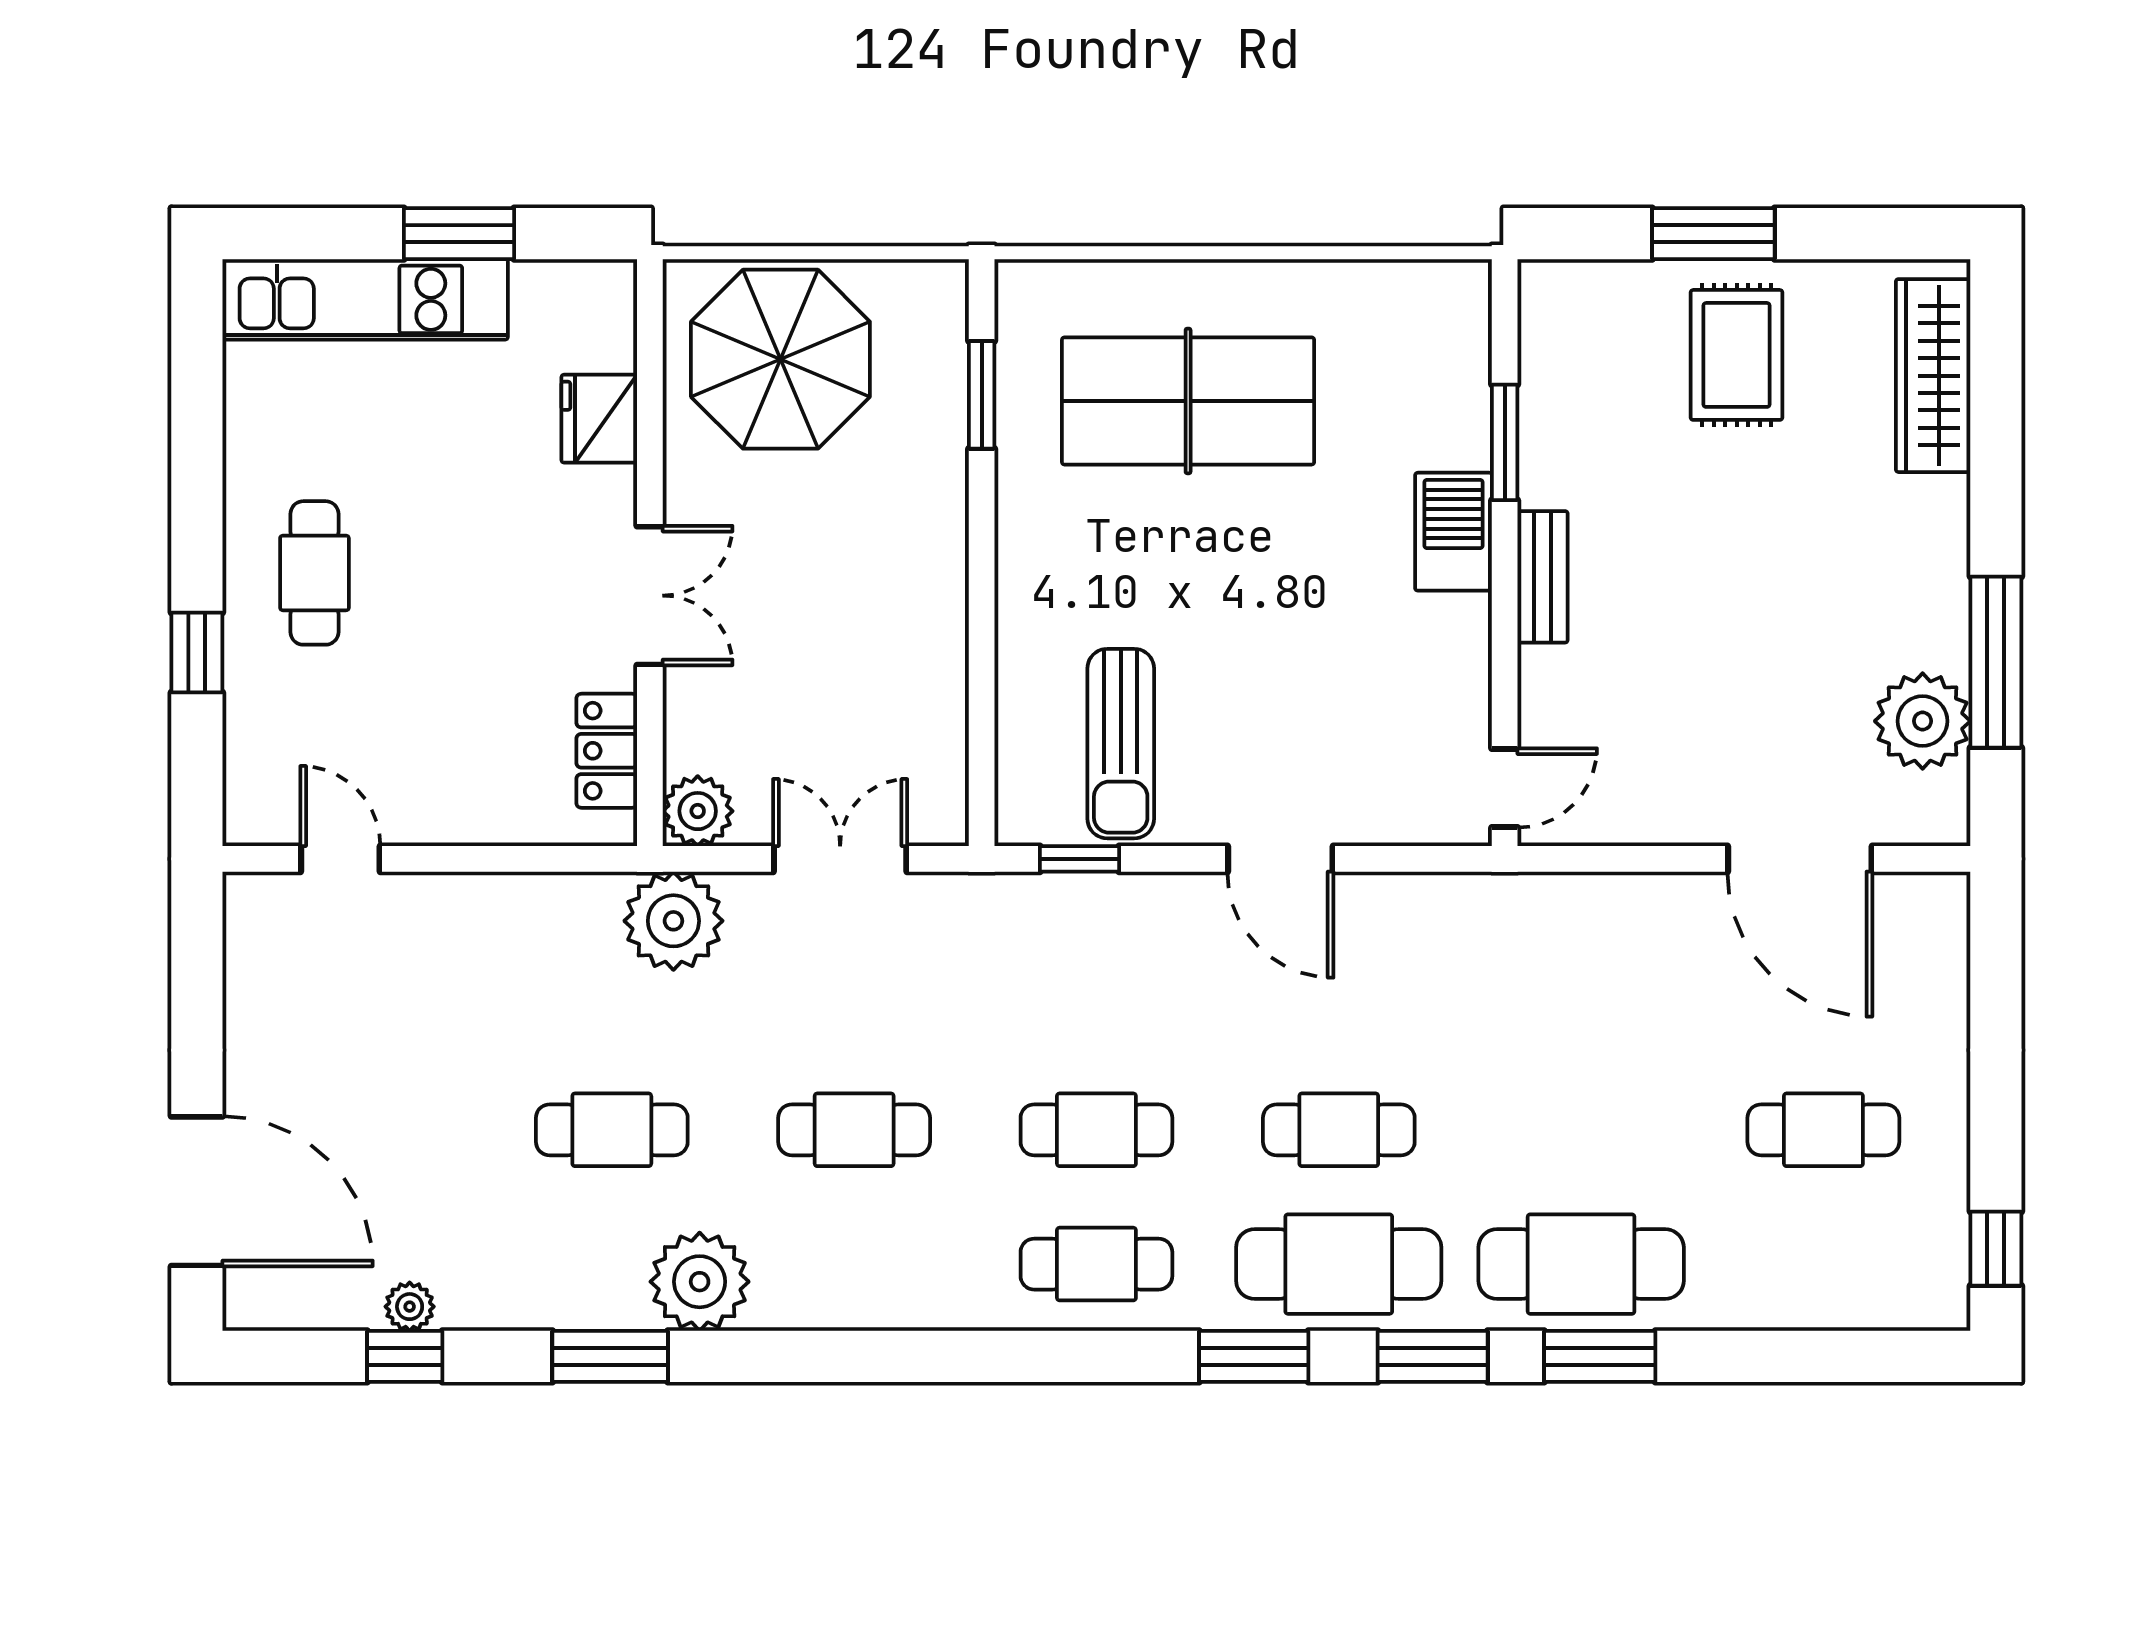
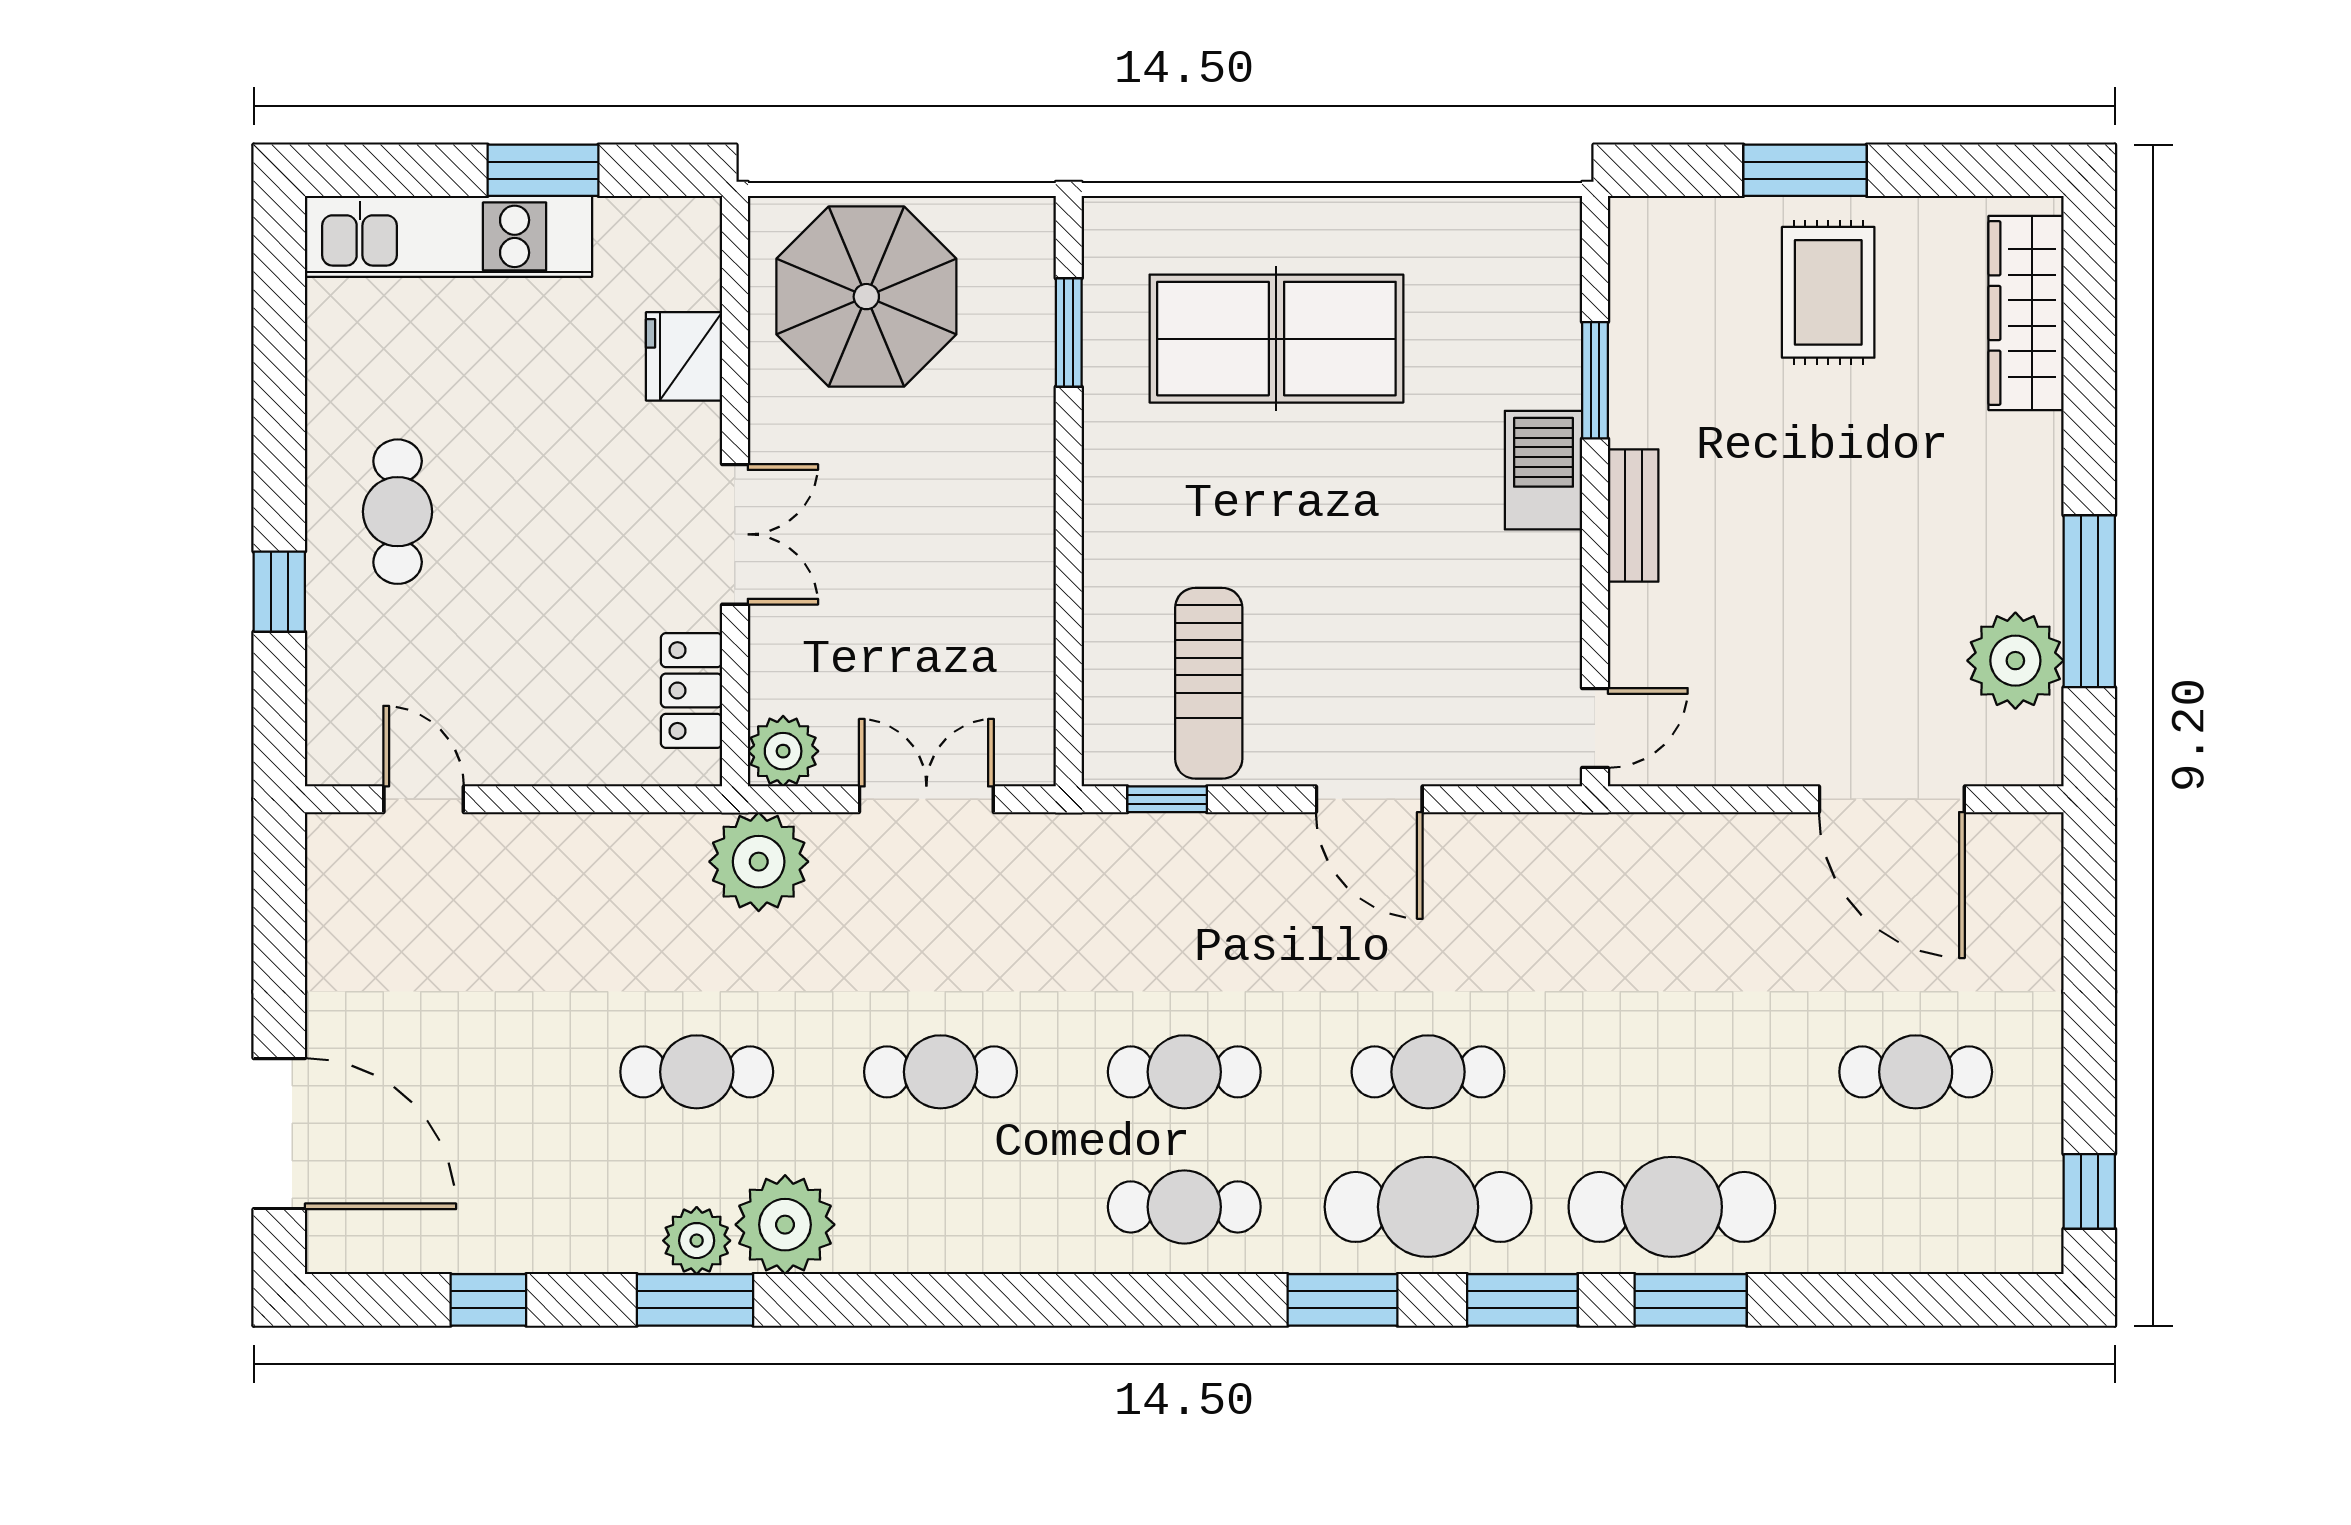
plant: (410, 1307) -> (697, 1241), moved, width x1.38, depth x1.38

